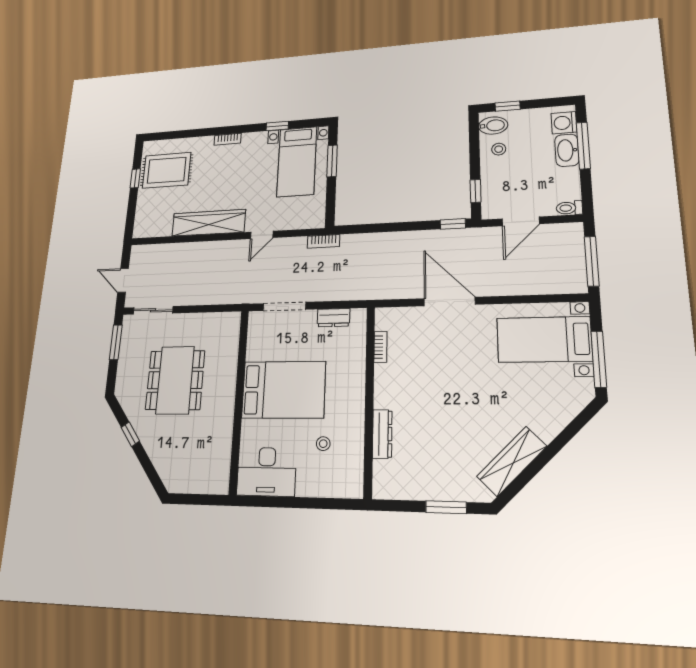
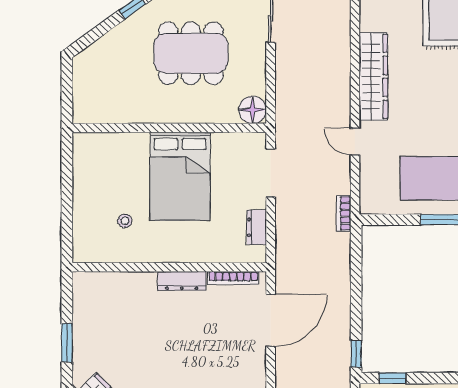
door: (449, 302) -> (271, 320), moved
floor lamp: (228, 324) -> (252, 110), added
bookcase: (381, 347) -> (233, 278), width x1.56
dresser: (382, 434) -> (182, 281), moved
desk: (266, 472) -> (96, 163), removed

